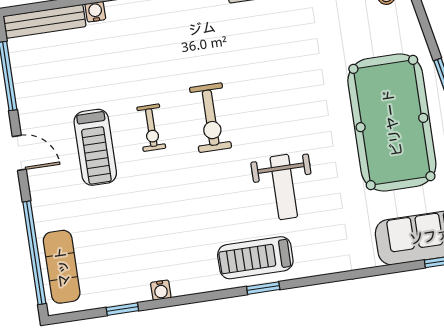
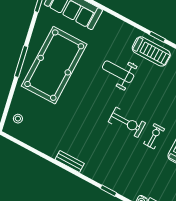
exercise bike: (211, 118) -> (127, 122), turned 90
weight bench: (284, 187) -> (118, 72), turned -90

